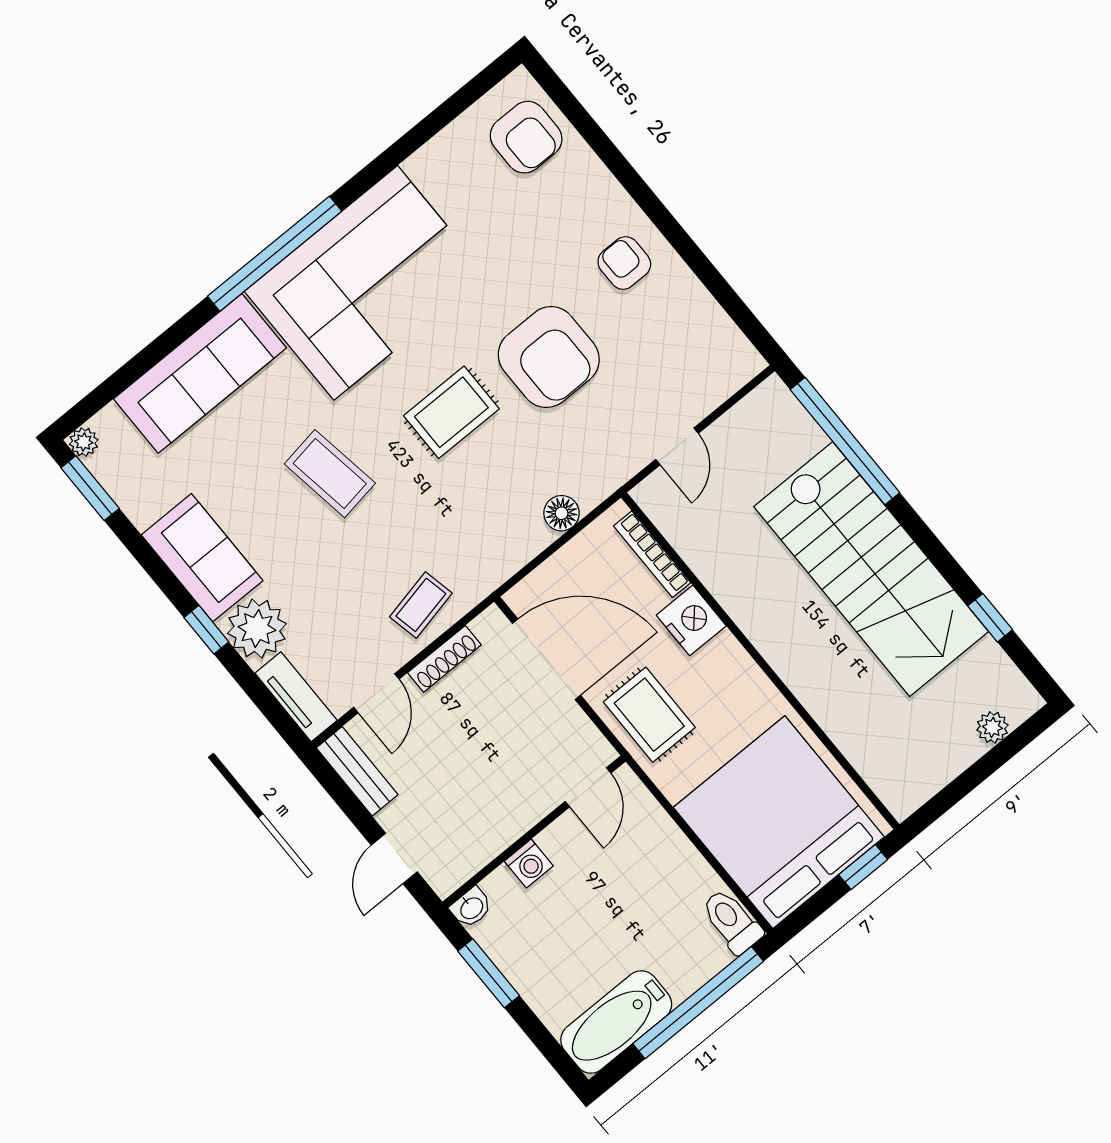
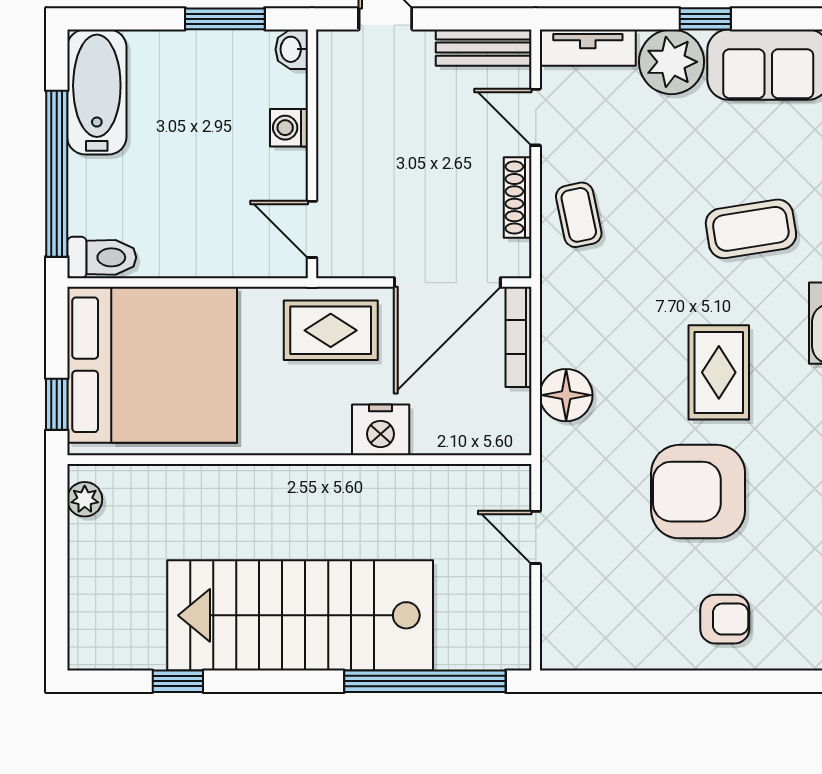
floor lamp: (562, 513) -> (566, 395), width x1.38, depth x1.38
bookcase: (652, 554) -> (519, 337), moved, turned -90
plant: (992, 727) -> (85, 499), moved

